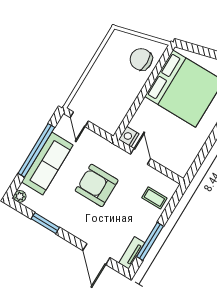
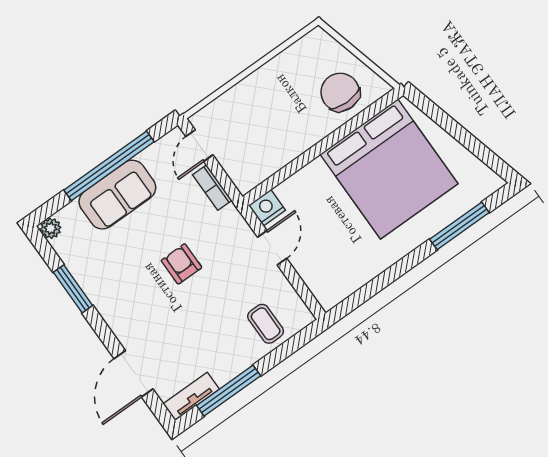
bookcase: (95, 138) -> (212, 188), added
sofa: (47, 164) -> (117, 195), width x0.73
armchair: (97, 185) -> (181, 264), width x0.53, depth x0.53

